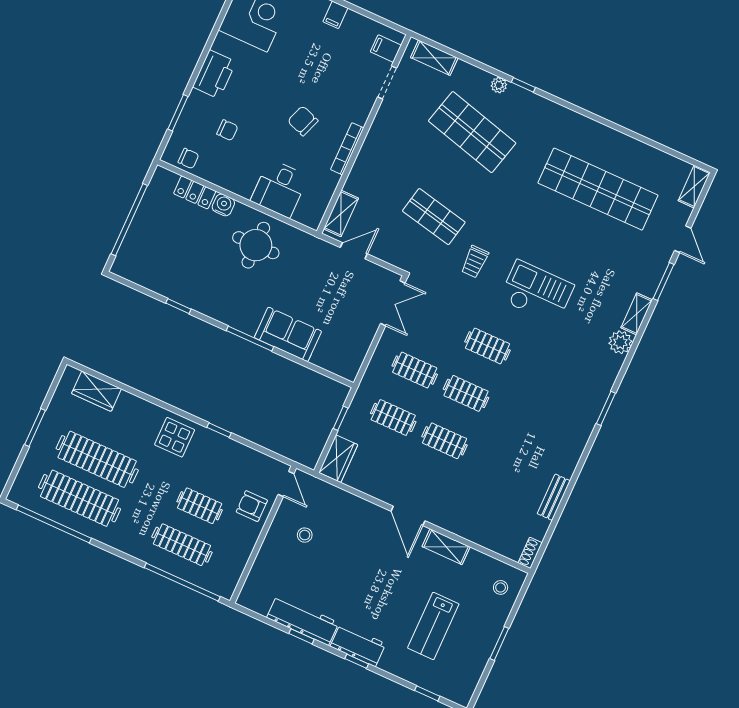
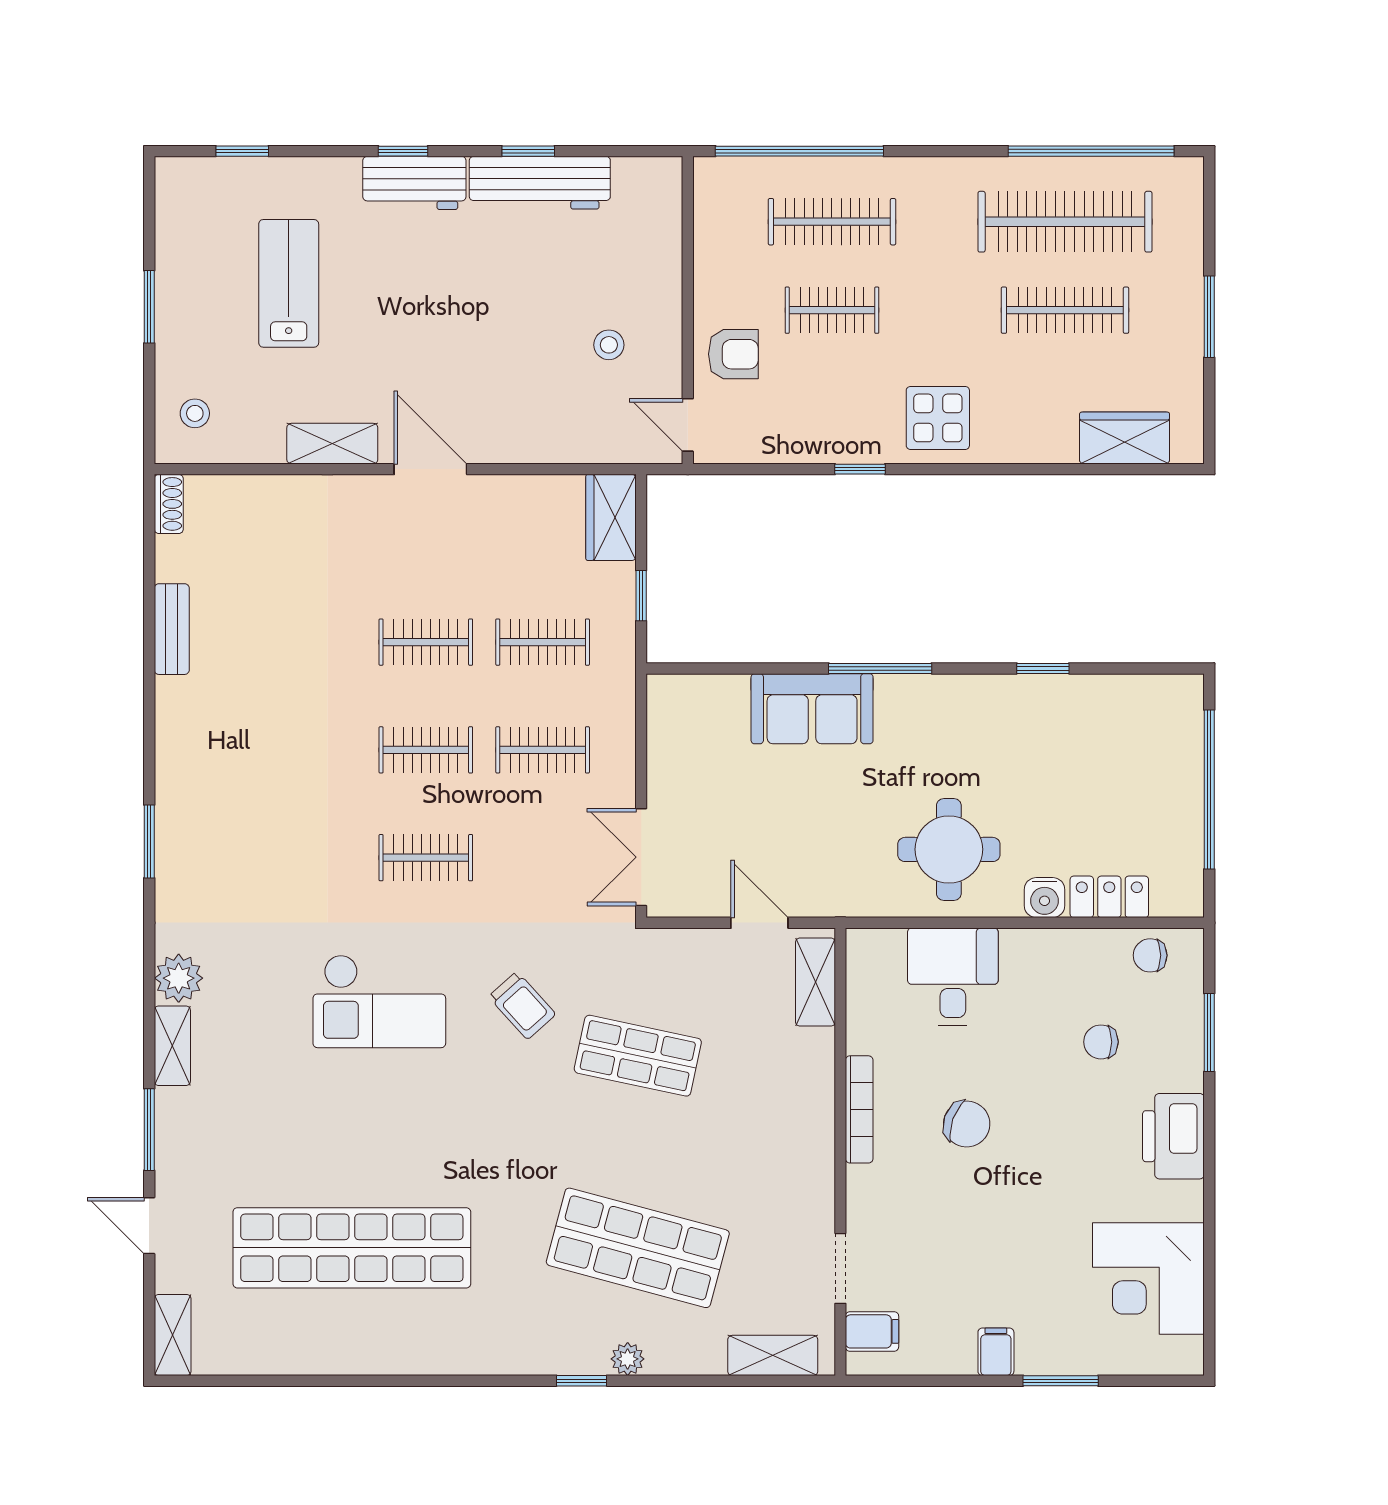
door: (354, 251) -> (759, 923), swing flipped
trolley: (475, 262) -> (522, 1005), turned 138
clothes rail: (97, 459) -> (1065, 310), width x0.73, depth x0.76

